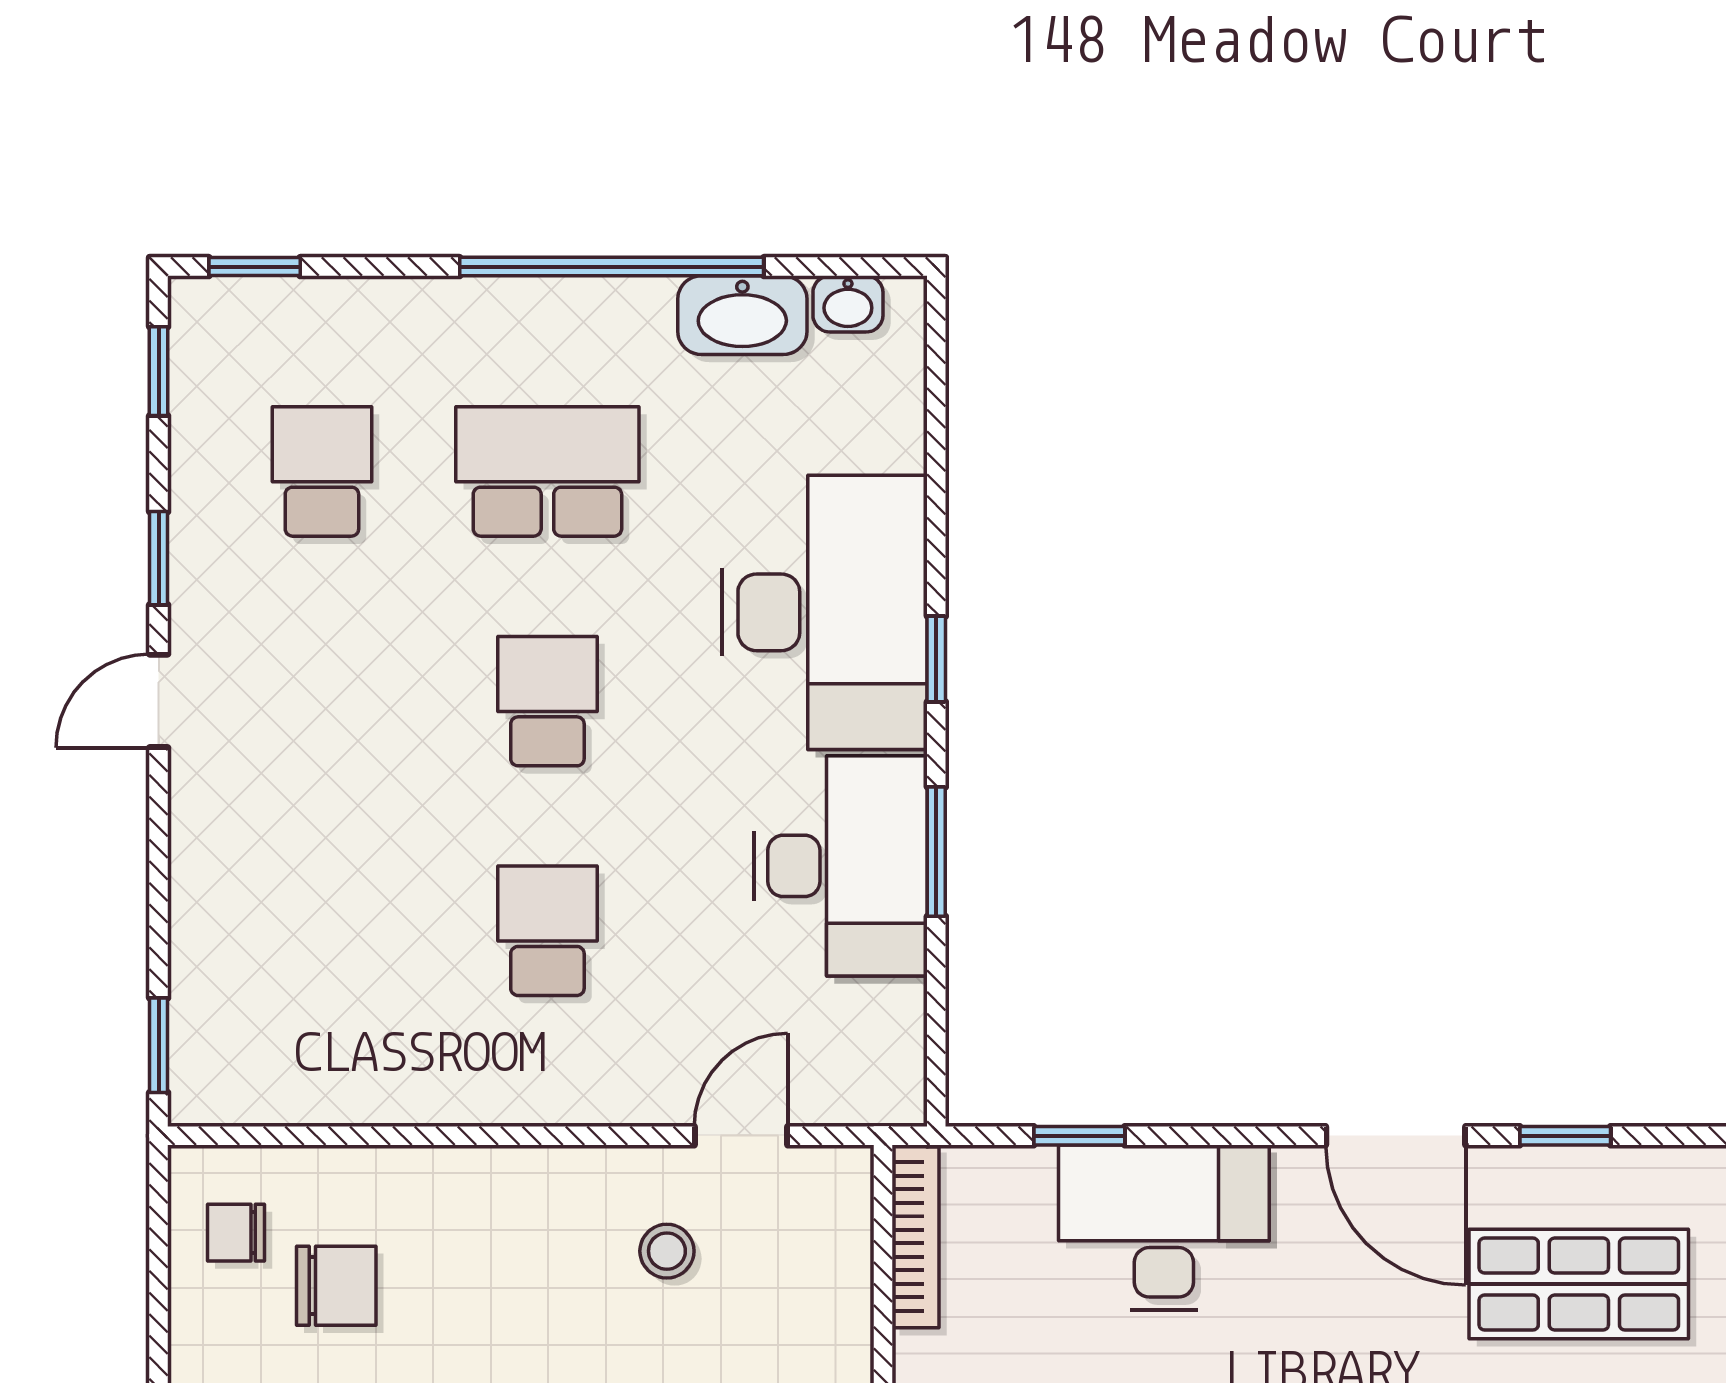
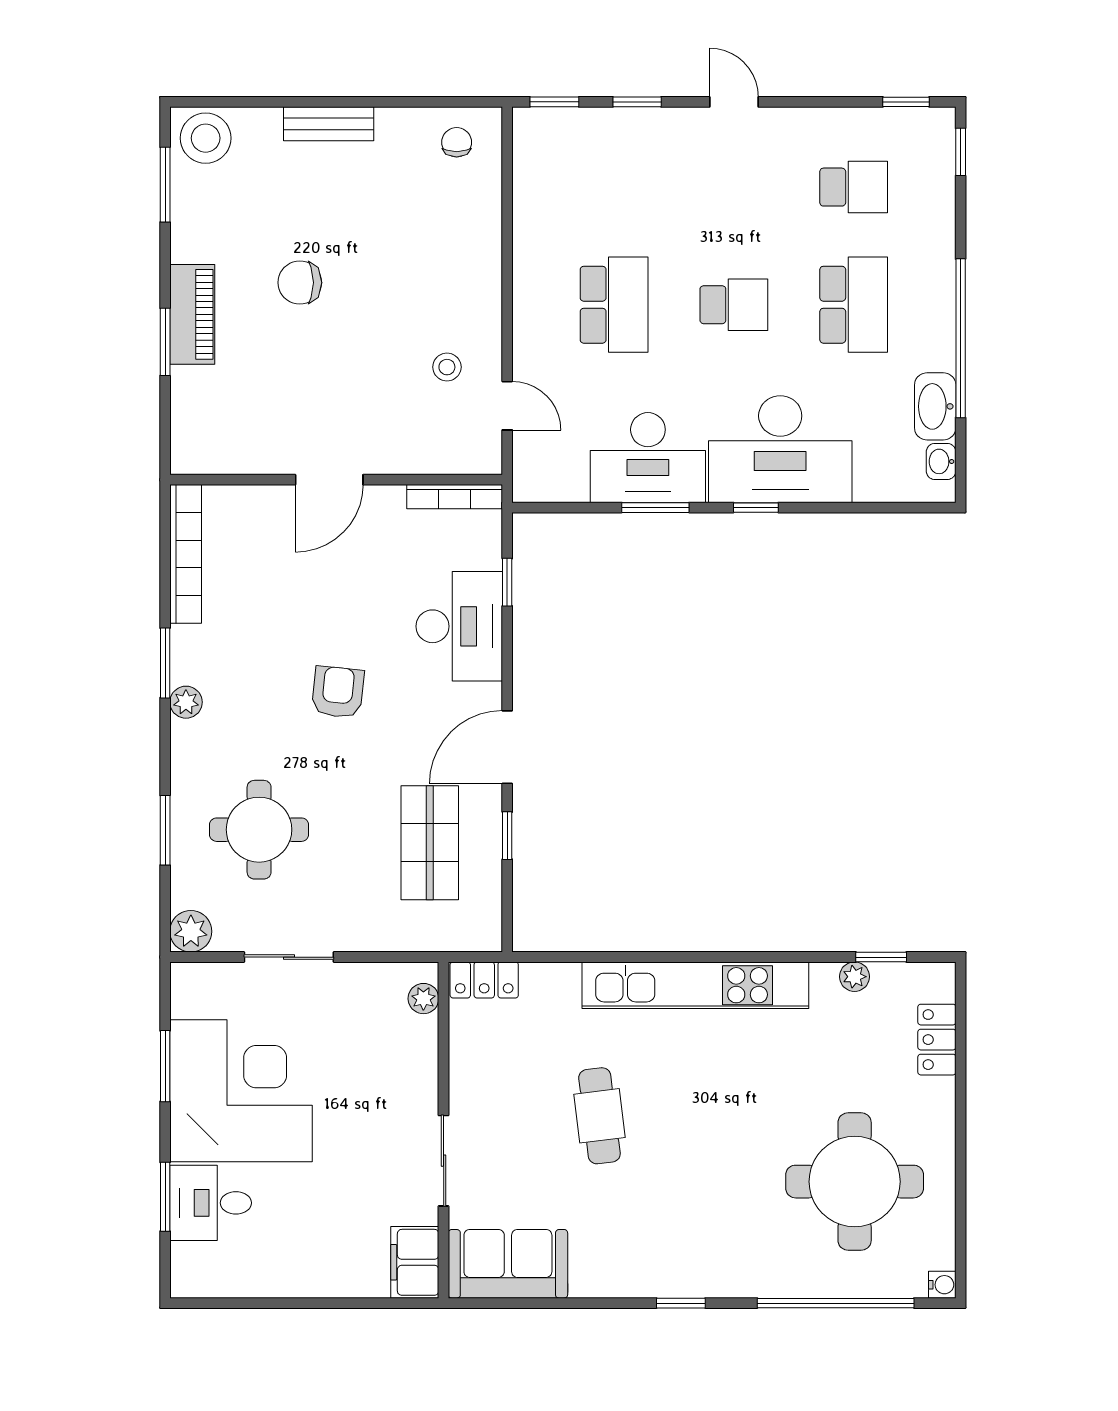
window: (159, 558) -> (637, 102), moved
school desk: (547, 931) -> (614, 305), width x1.85
chair: (336, 1286) -> (429, 195), removed

